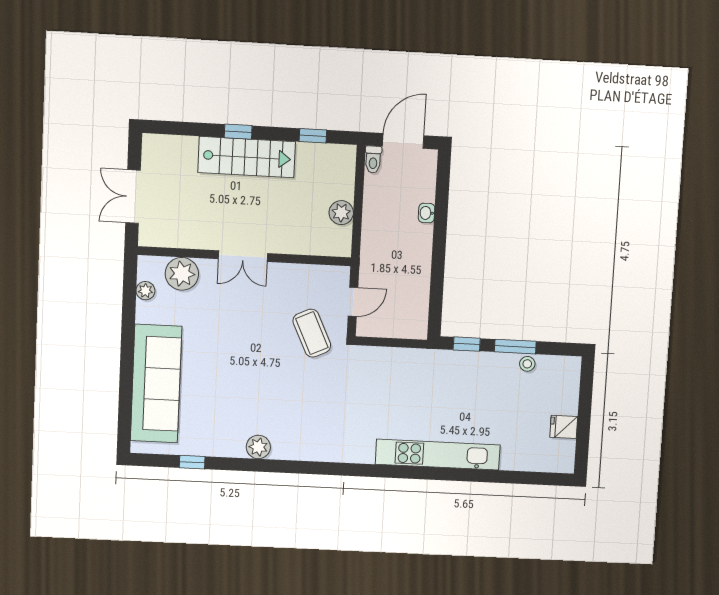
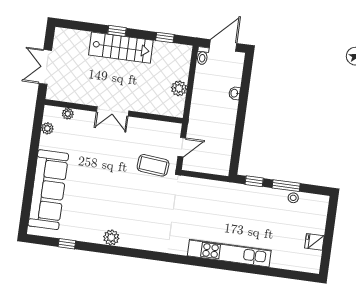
plant: (182, 274) -> (68, 114), width x0.53, depth x0.53
coffee table: (312, 333) -> (153, 165), turned -60

